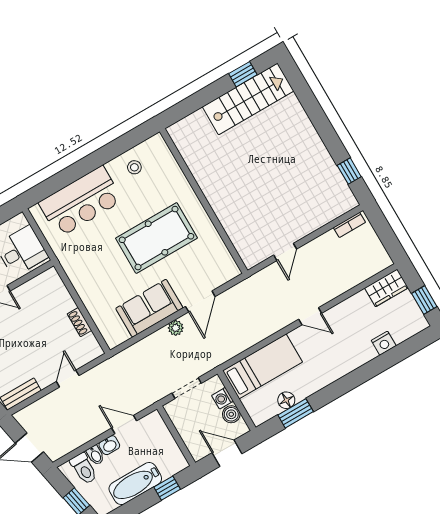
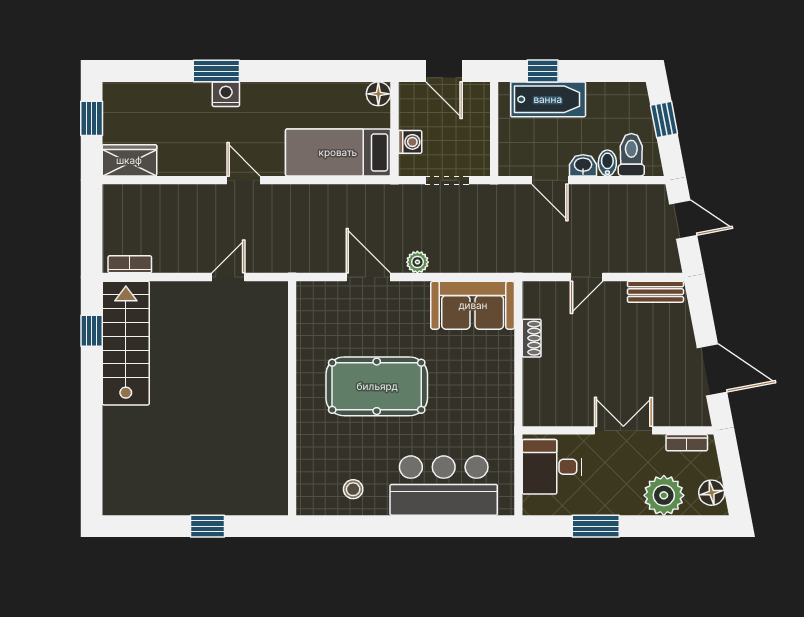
window: (243, 74) -> (207, 526), moved
stairs: (248, 99) -> (126, 343), moved, turned 90
door: (200, 301) -> (368, 277), hinge flipped
sofa: (149, 308) -> (473, 305), moved
nightstand: (384, 343) -> (226, 94), moved
floor lamp: (286, 400) -> (378, 94), moved
window: (296, 413) -> (216, 71), moved
boiler: (231, 414) -> (411, 116), removed
bathtub: (135, 484) -> (548, 99), moved

